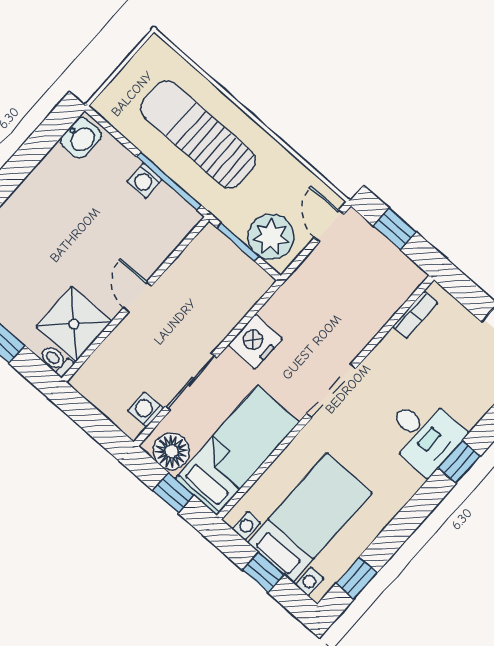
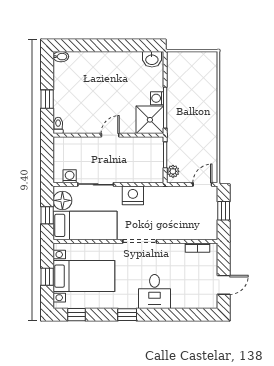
sun lounger: (198, 134) -> (193, 103), removed
plant: (271, 237) -> (173, 171), width x0.53, depth x0.53
shower: (74, 324) -> (150, 120), moved
window: (459, 462) -> (127, 315), moved

